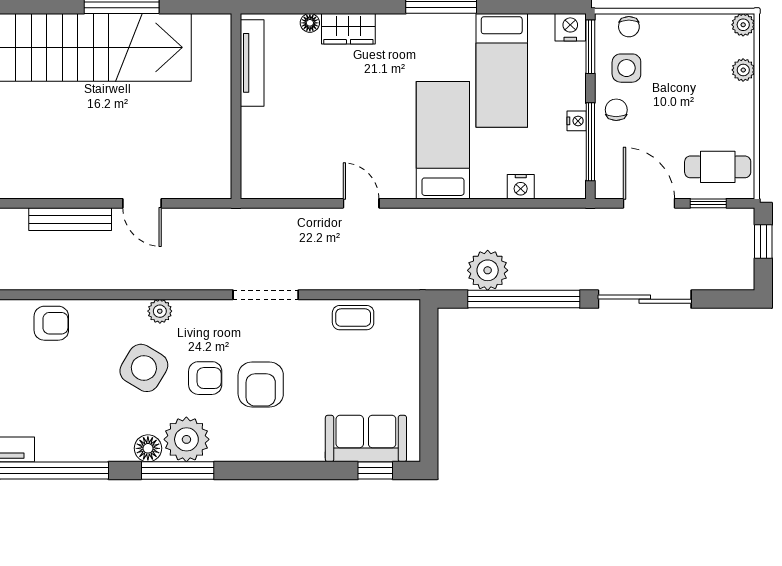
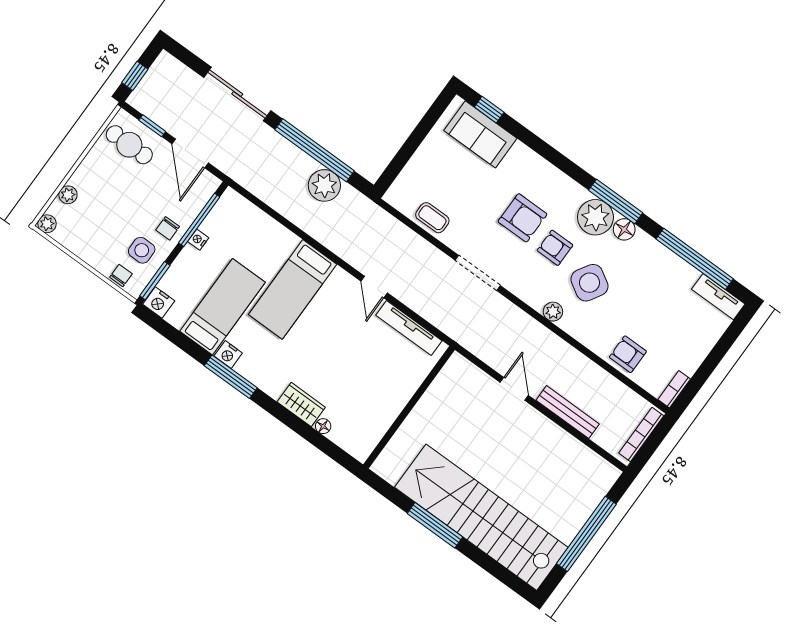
tv unit: (252, 63) -> (409, 328), moved, turned -90
nightstand: (521, 187) -> (228, 355), moved, turned 180
armchair: (261, 384) -> (522, 218), turned 90

